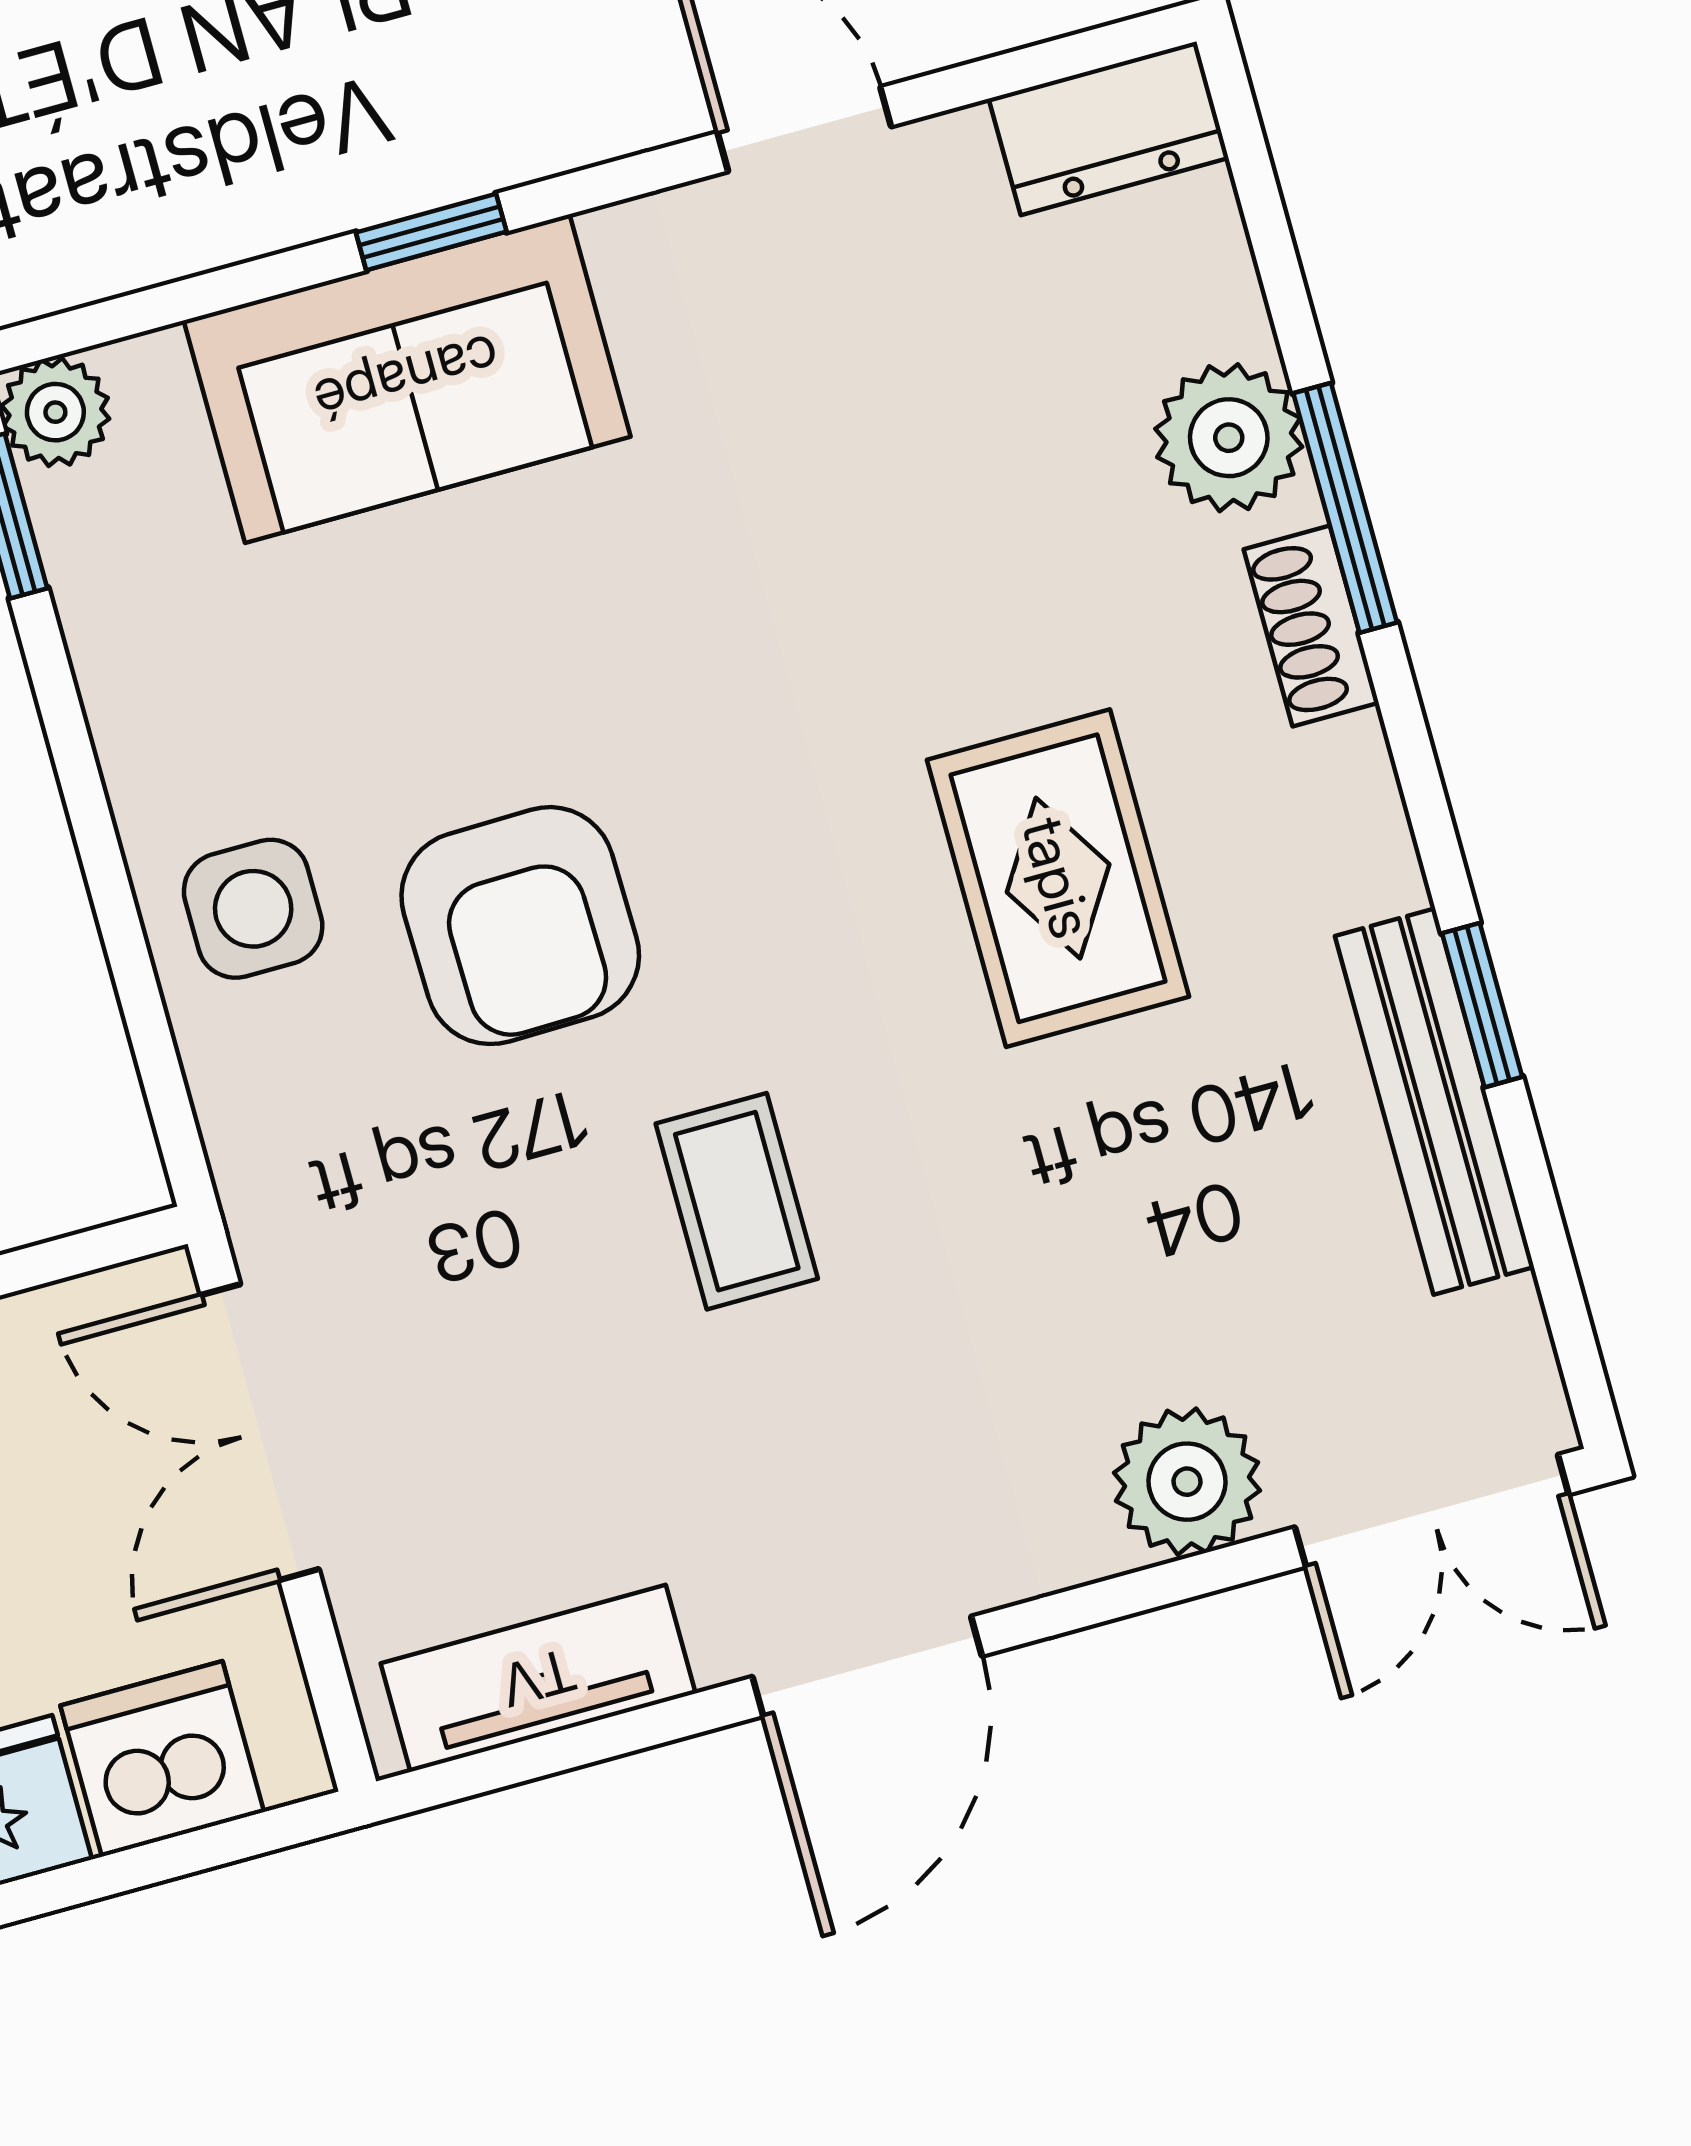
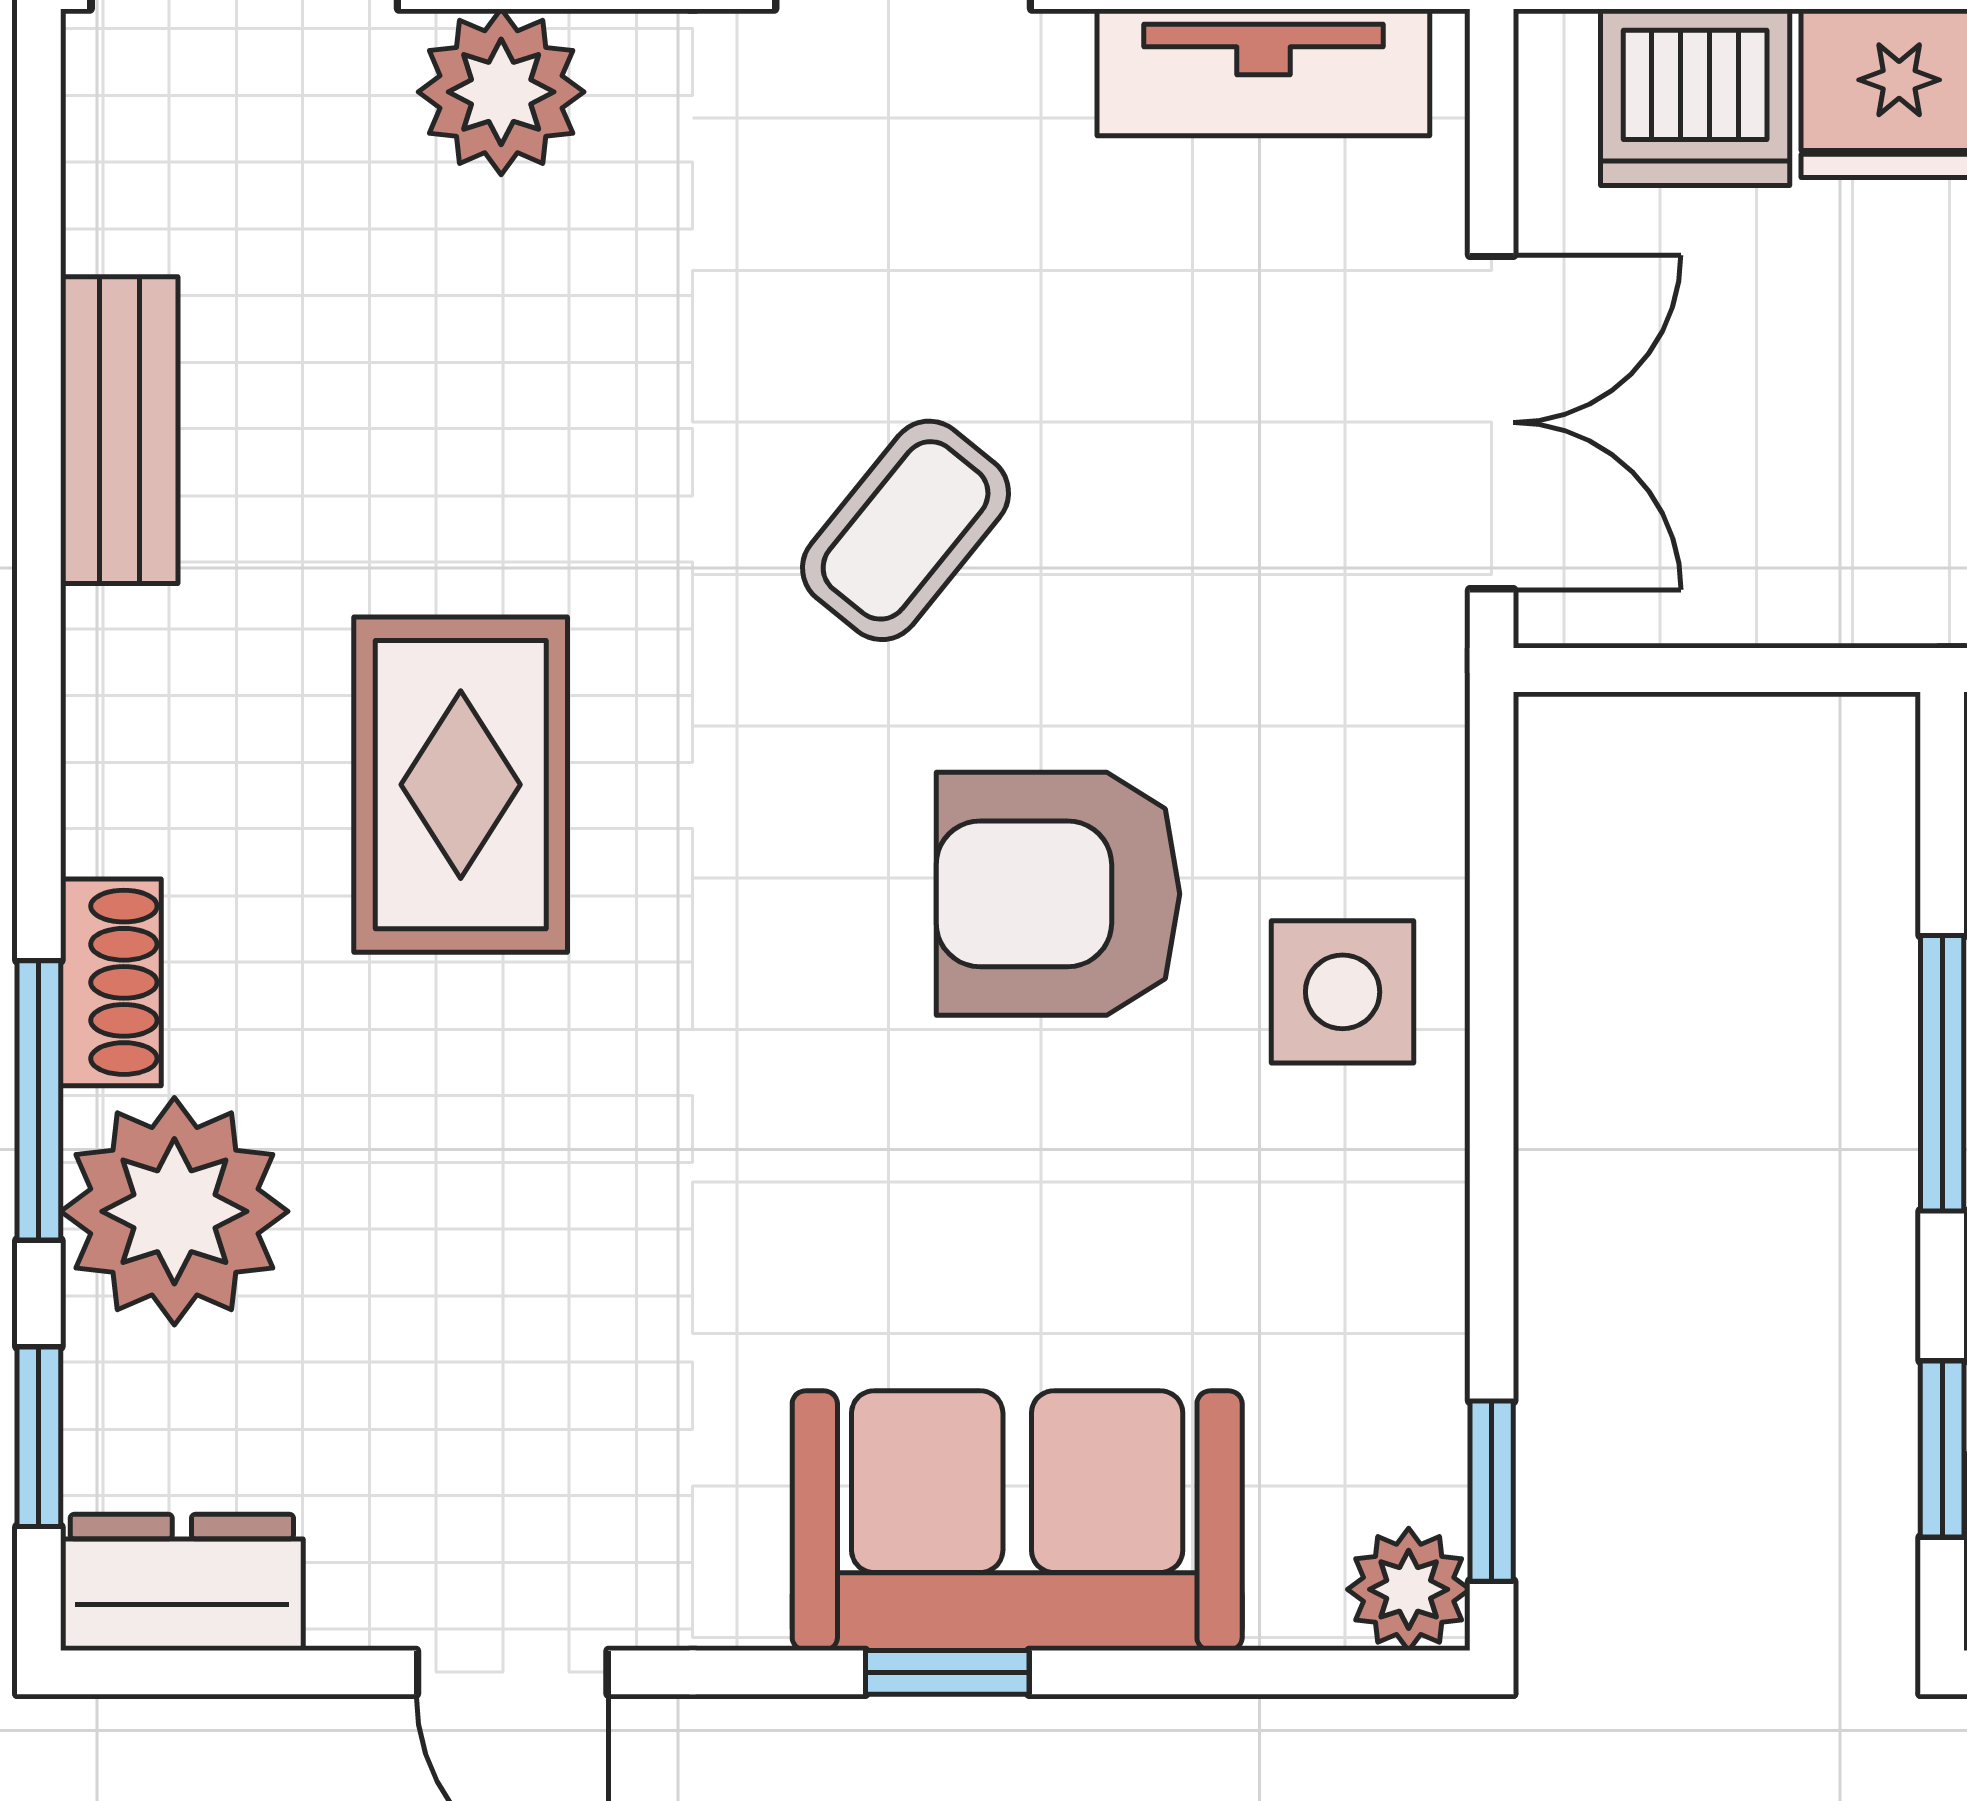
plant: (1229, 438) -> (174, 1211), width x1.36, depth x1.36
armchair: (520, 926) -> (1058, 894), turned -89
window: (1482, 1005) -> (39, 1437), moved
bench: (1434, 1101) -> (119, 430), width x0.73
coffee table: (737, 1201) -> (906, 530), turned 39

